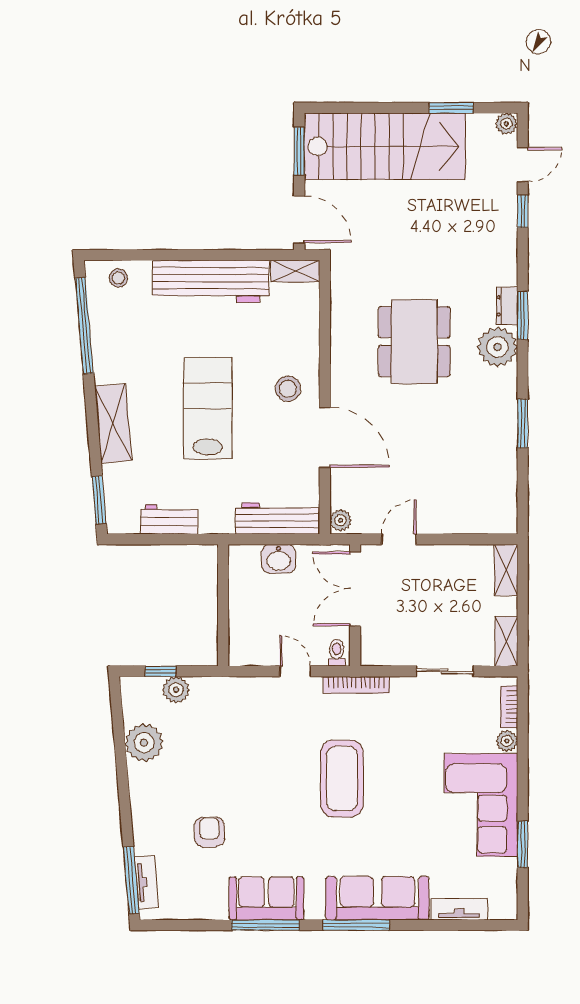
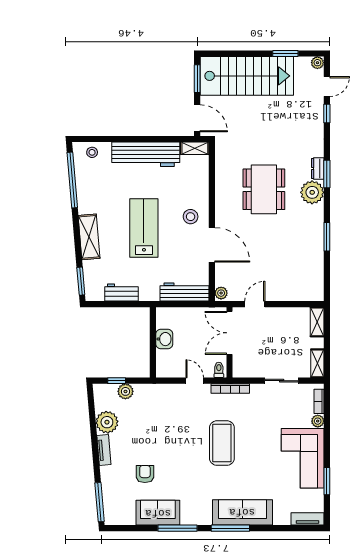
washbasin: (278, 559) -> (164, 339), moved, turned -90
tv unit: (147, 882) -> (104, 450), moved
sofa: (266, 898) -> (158, 513), moved
tv unit: (459, 909) -> (307, 519), moved

